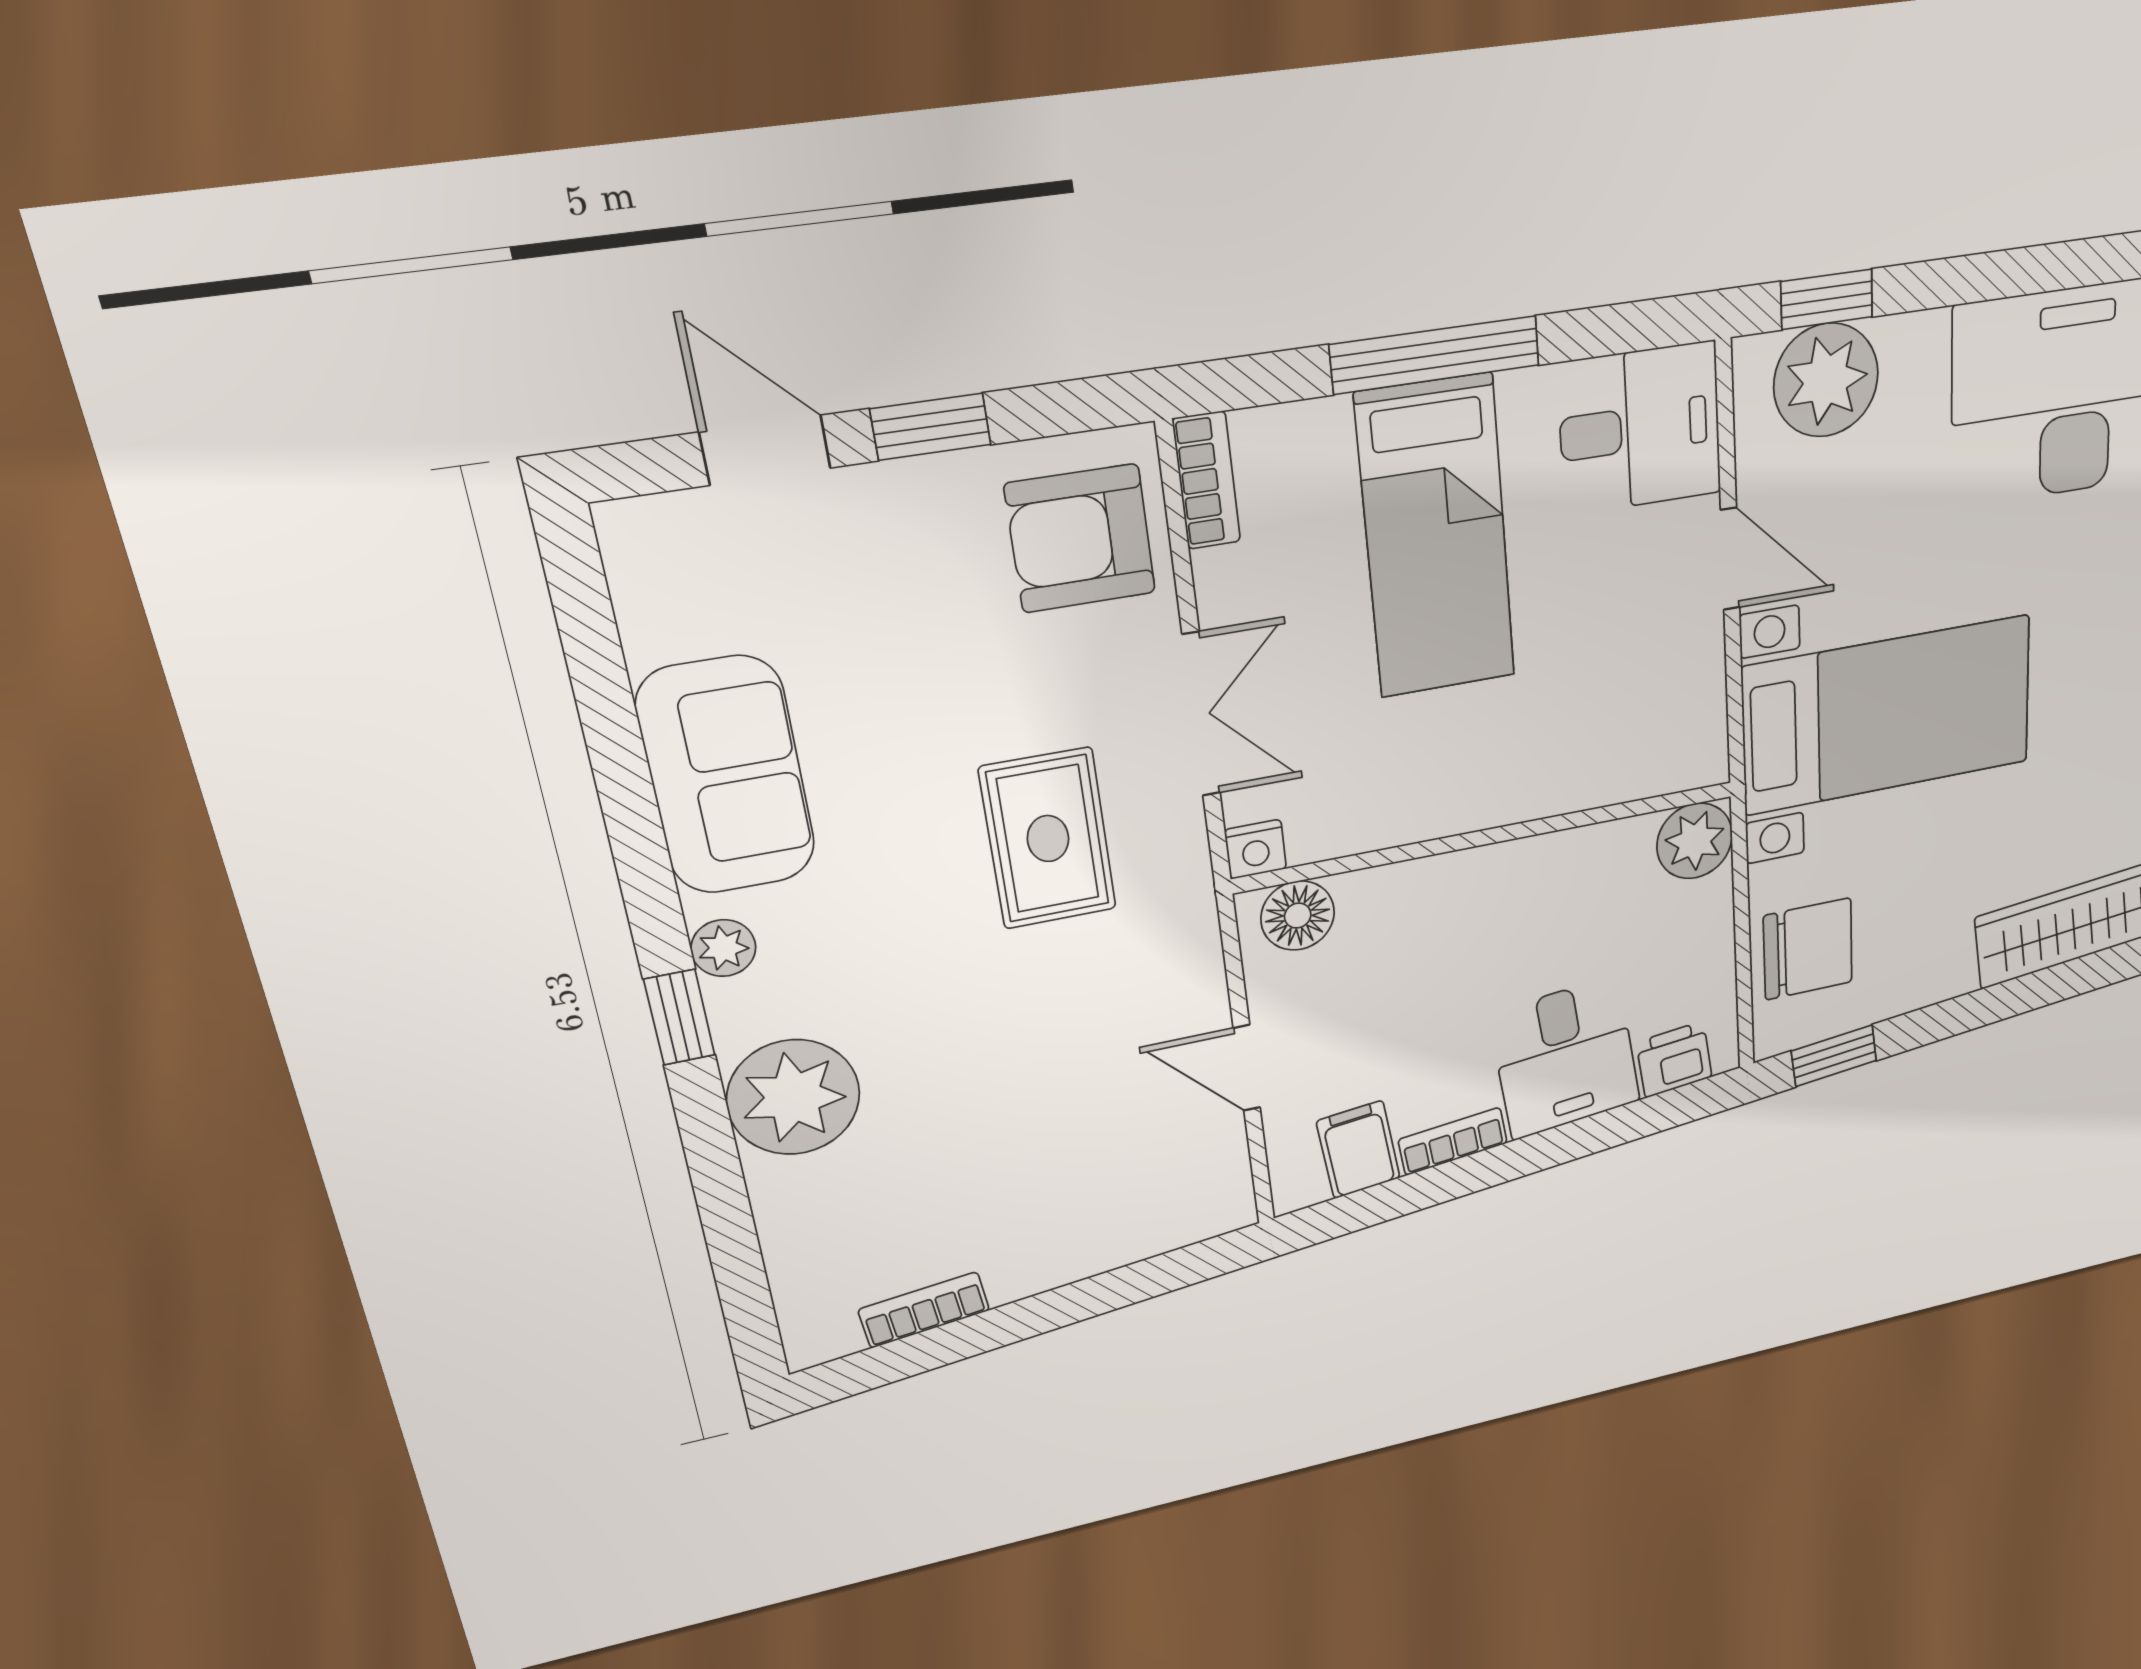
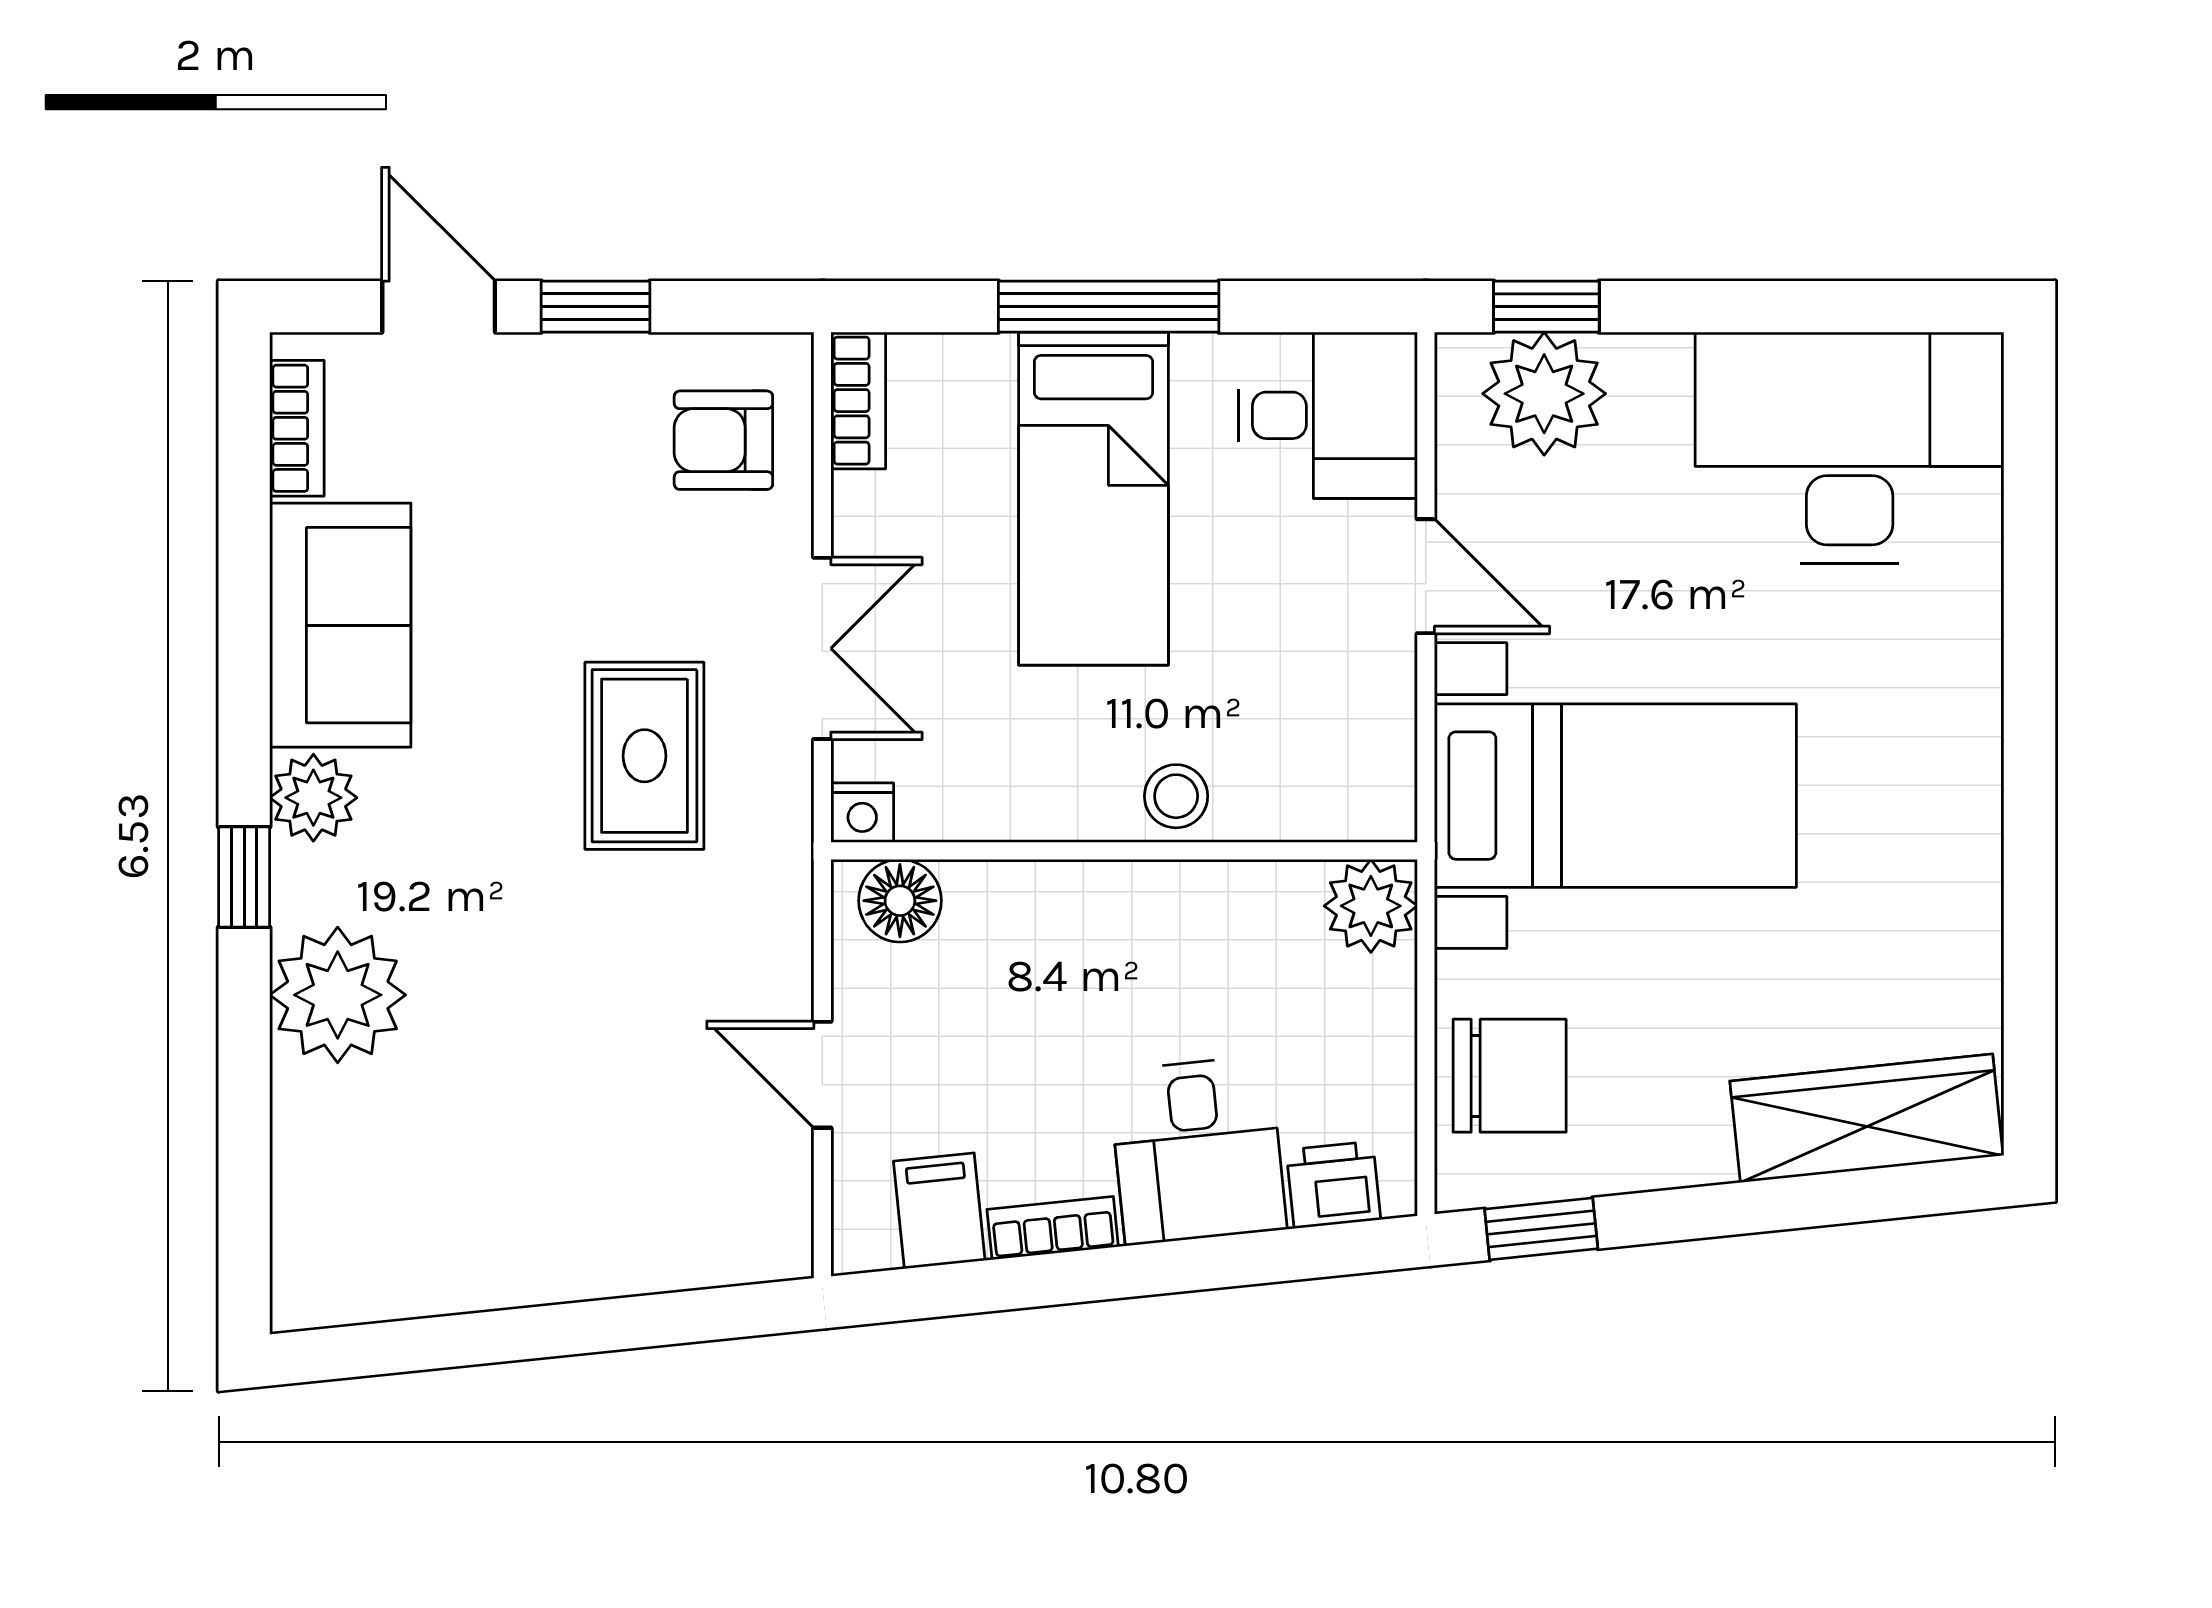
armchair: (1080, 539) -> (723, 440), width x0.72, depth x0.72
stool: (1528, 783) -> (1176, 796), added
plant: (723, 948) -> (313, 798), width x1.38, depth x1.38
bookcase: (924, 1310) -> (297, 428), moved, turned 96

